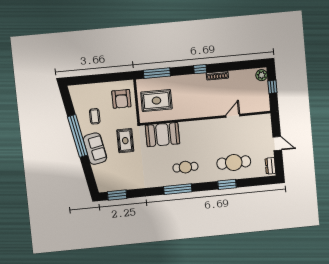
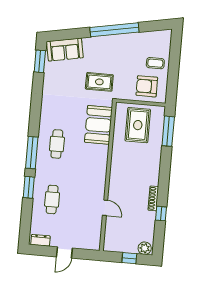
window: (200, 69) -> (161, 214), moved
coffee table: (95, 116) -> (155, 63), moved
sofa: (95, 149) -> (65, 50), moved
cafe table: (234, 162) -> (52, 199), width x0.73, depth x0.74
window: (178, 189) -> (32, 153), moved

